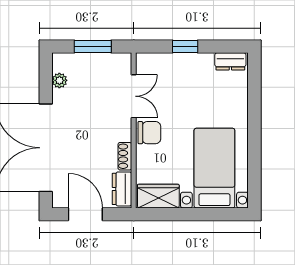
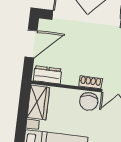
shoe rack: (125, 156) -> (91, 82), moved

